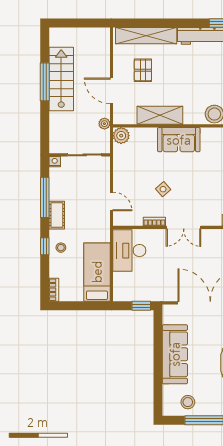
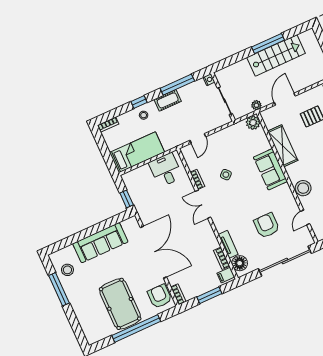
desk: (129, 251) -> (166, 170), width x0.73

